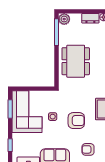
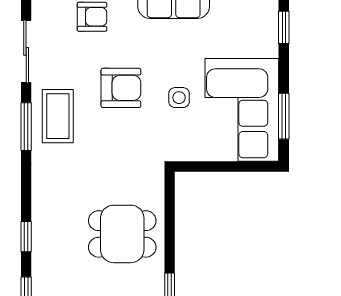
dining table: (76, 61) -> (122, 234), width x0.73
armchair: (76, 121) -> (121, 88), turned 180

